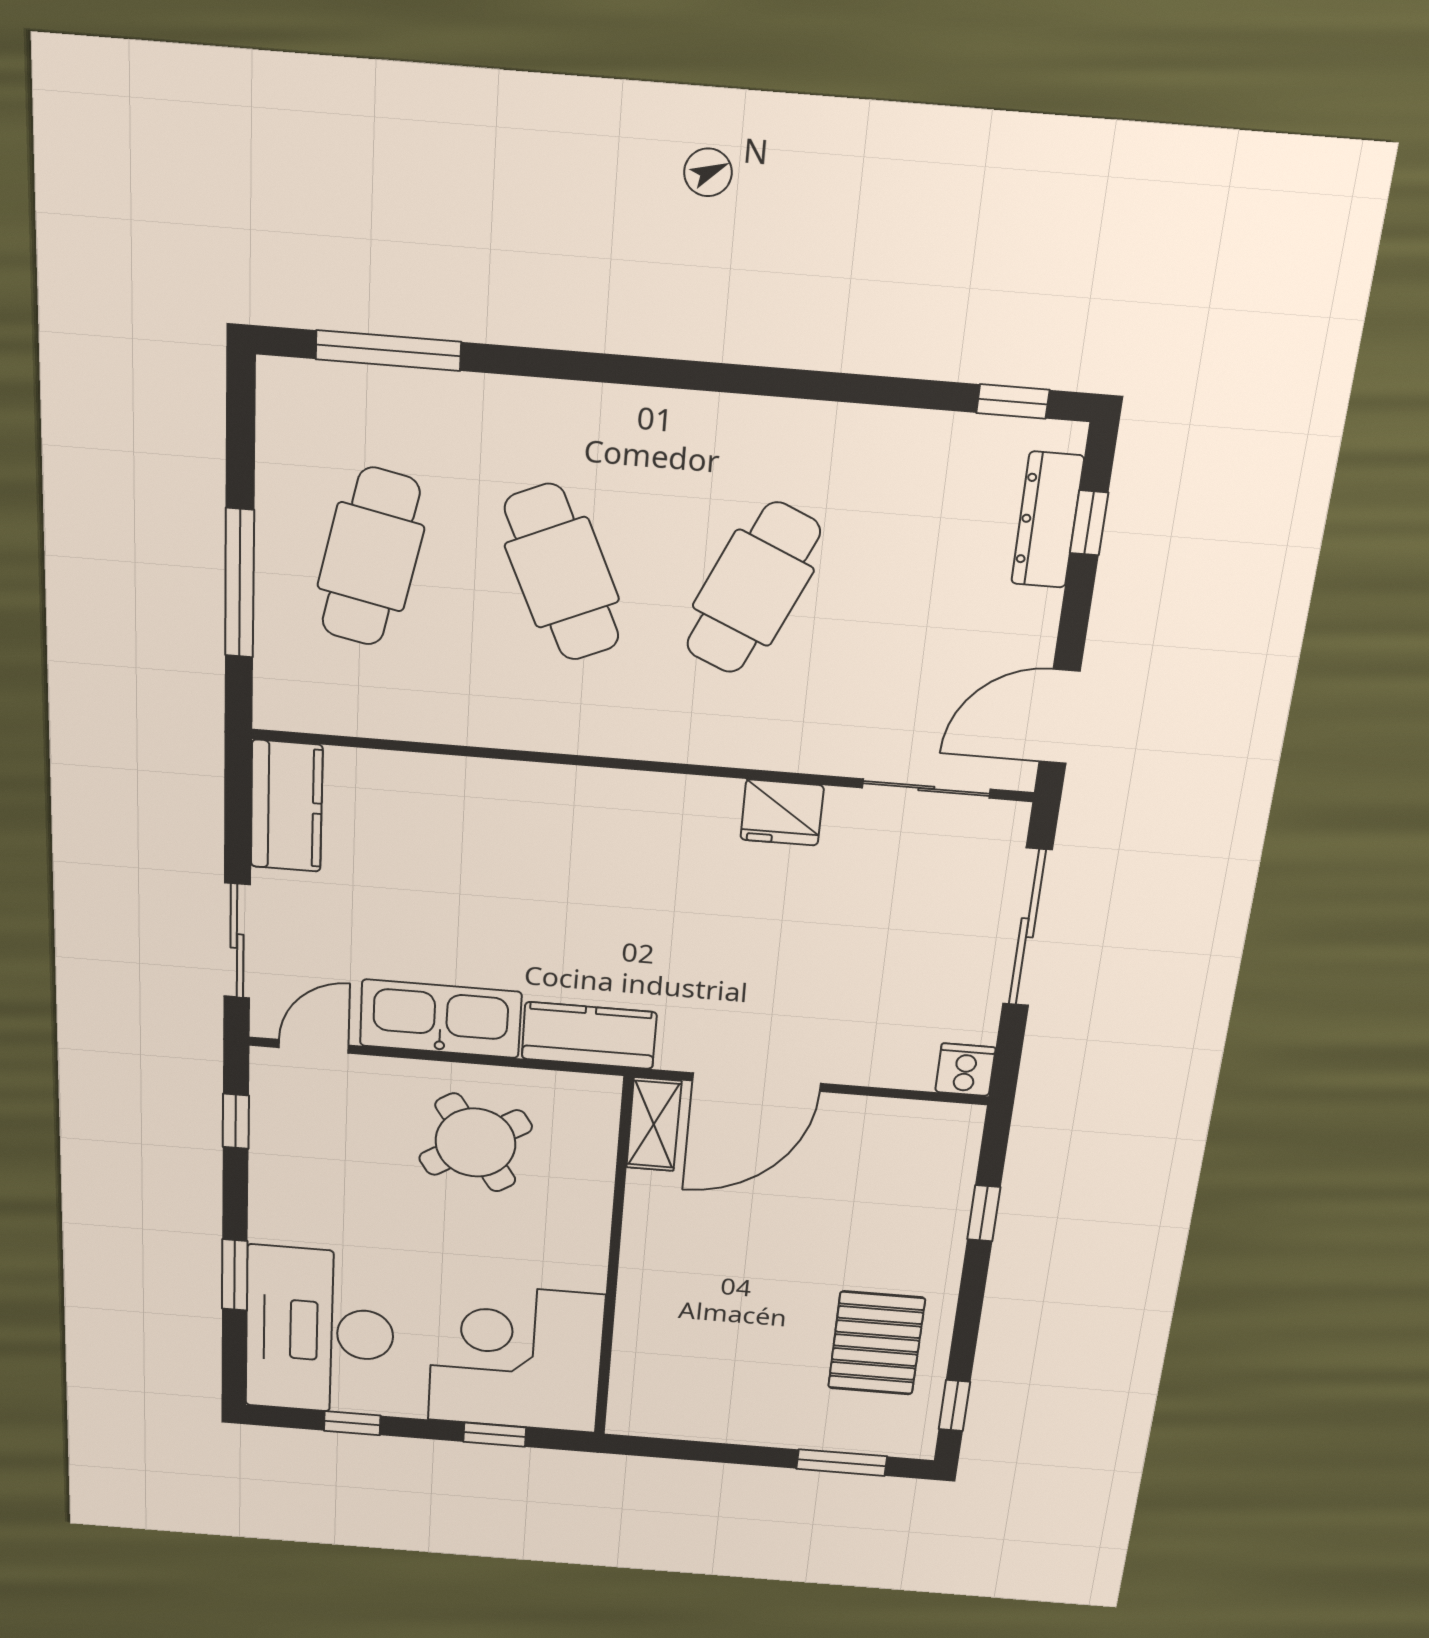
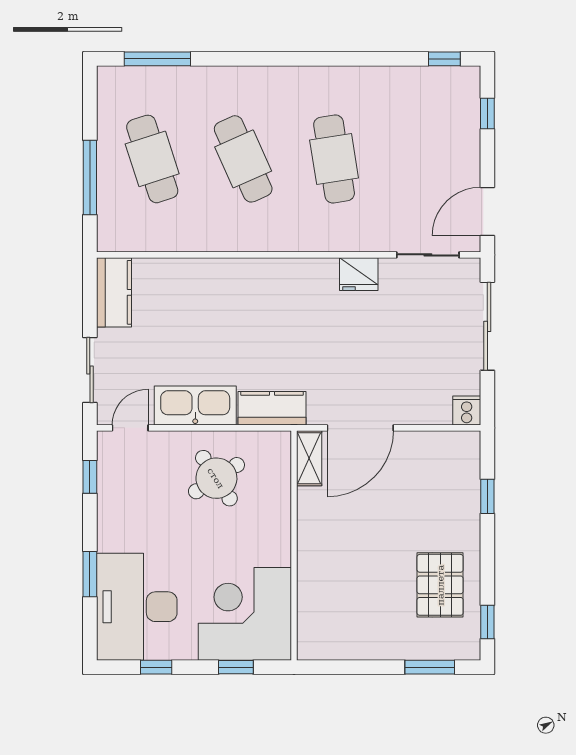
dresser: (1047, 520) -> (468, 114), removed
cafe table: (371, 557) -> (152, 159), turned -30
cafe table: (753, 588) -> (334, 159), turned -33

